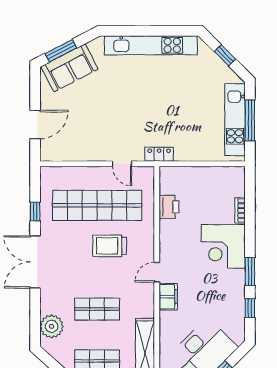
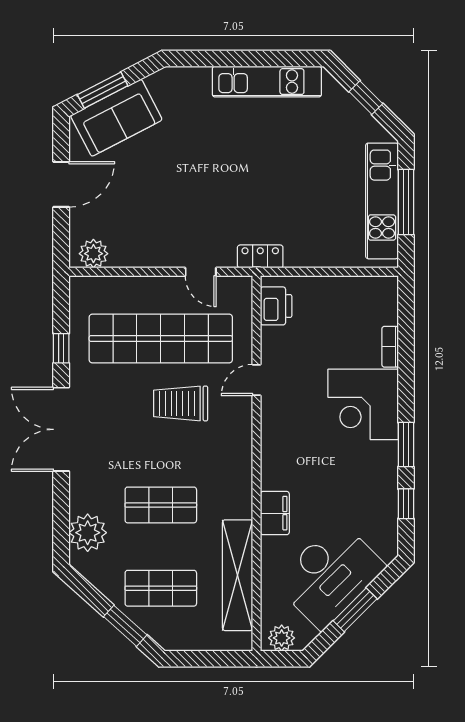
kitchen unit: (151, 45) -> (267, 82), width x0.73
door: (35, 125) -> (61, 184), moved
plant: (55, 152) -> (93, 254), added
printer: (169, 207) -> (276, 306), moved
door: (157, 272) -> (257, 380), moved
filing cabinet: (168, 297) -> (275, 513), moved

